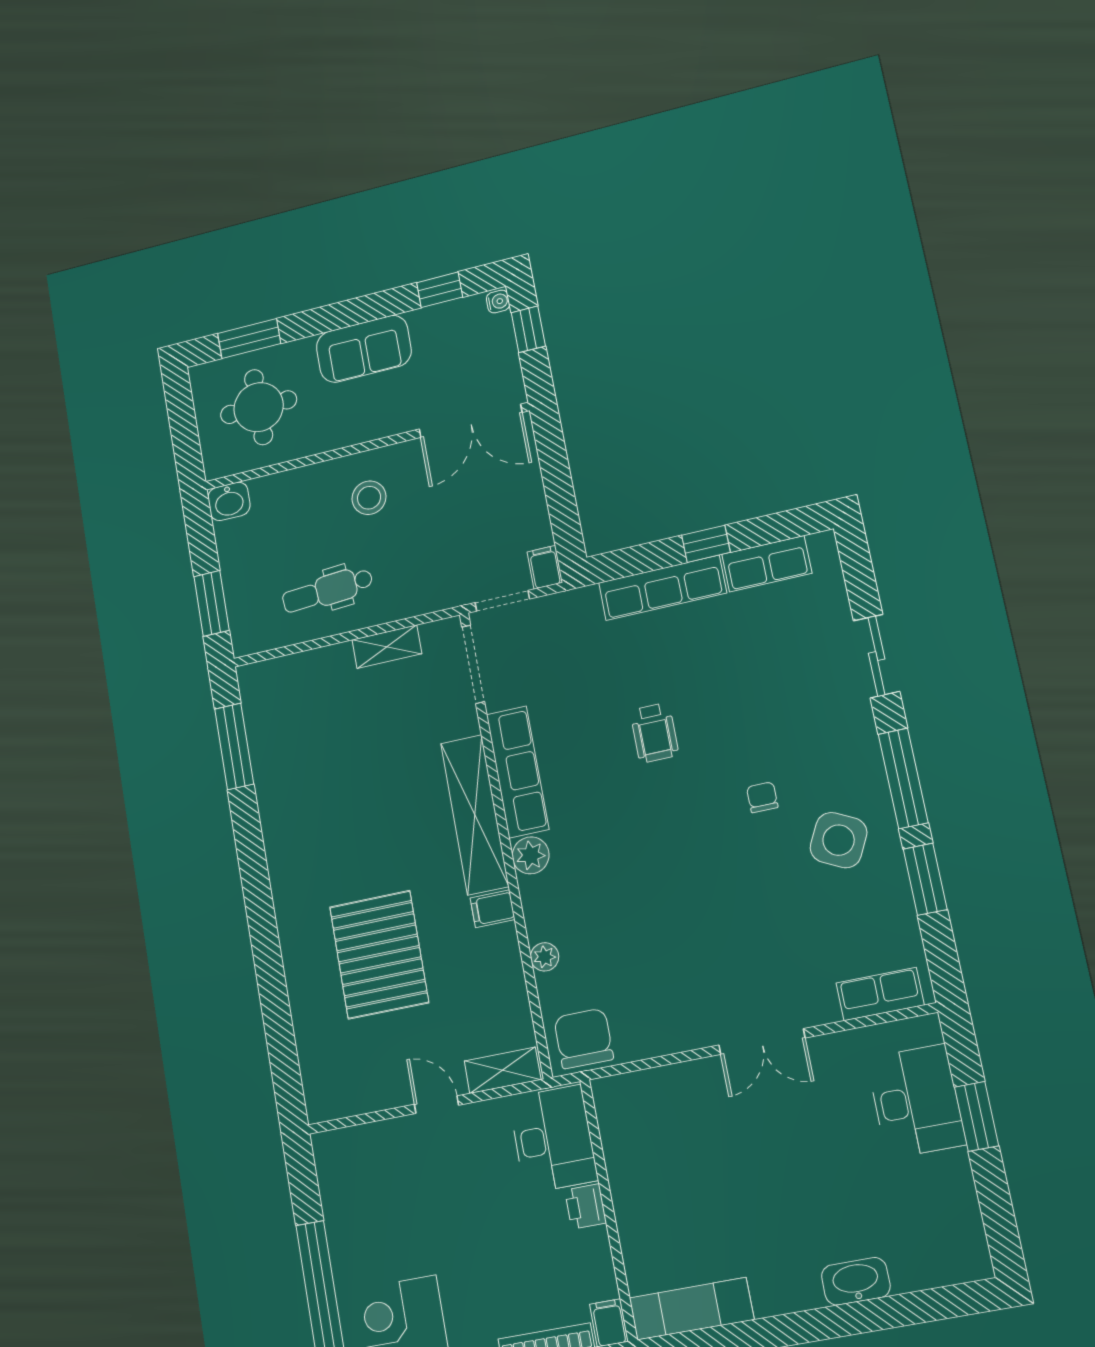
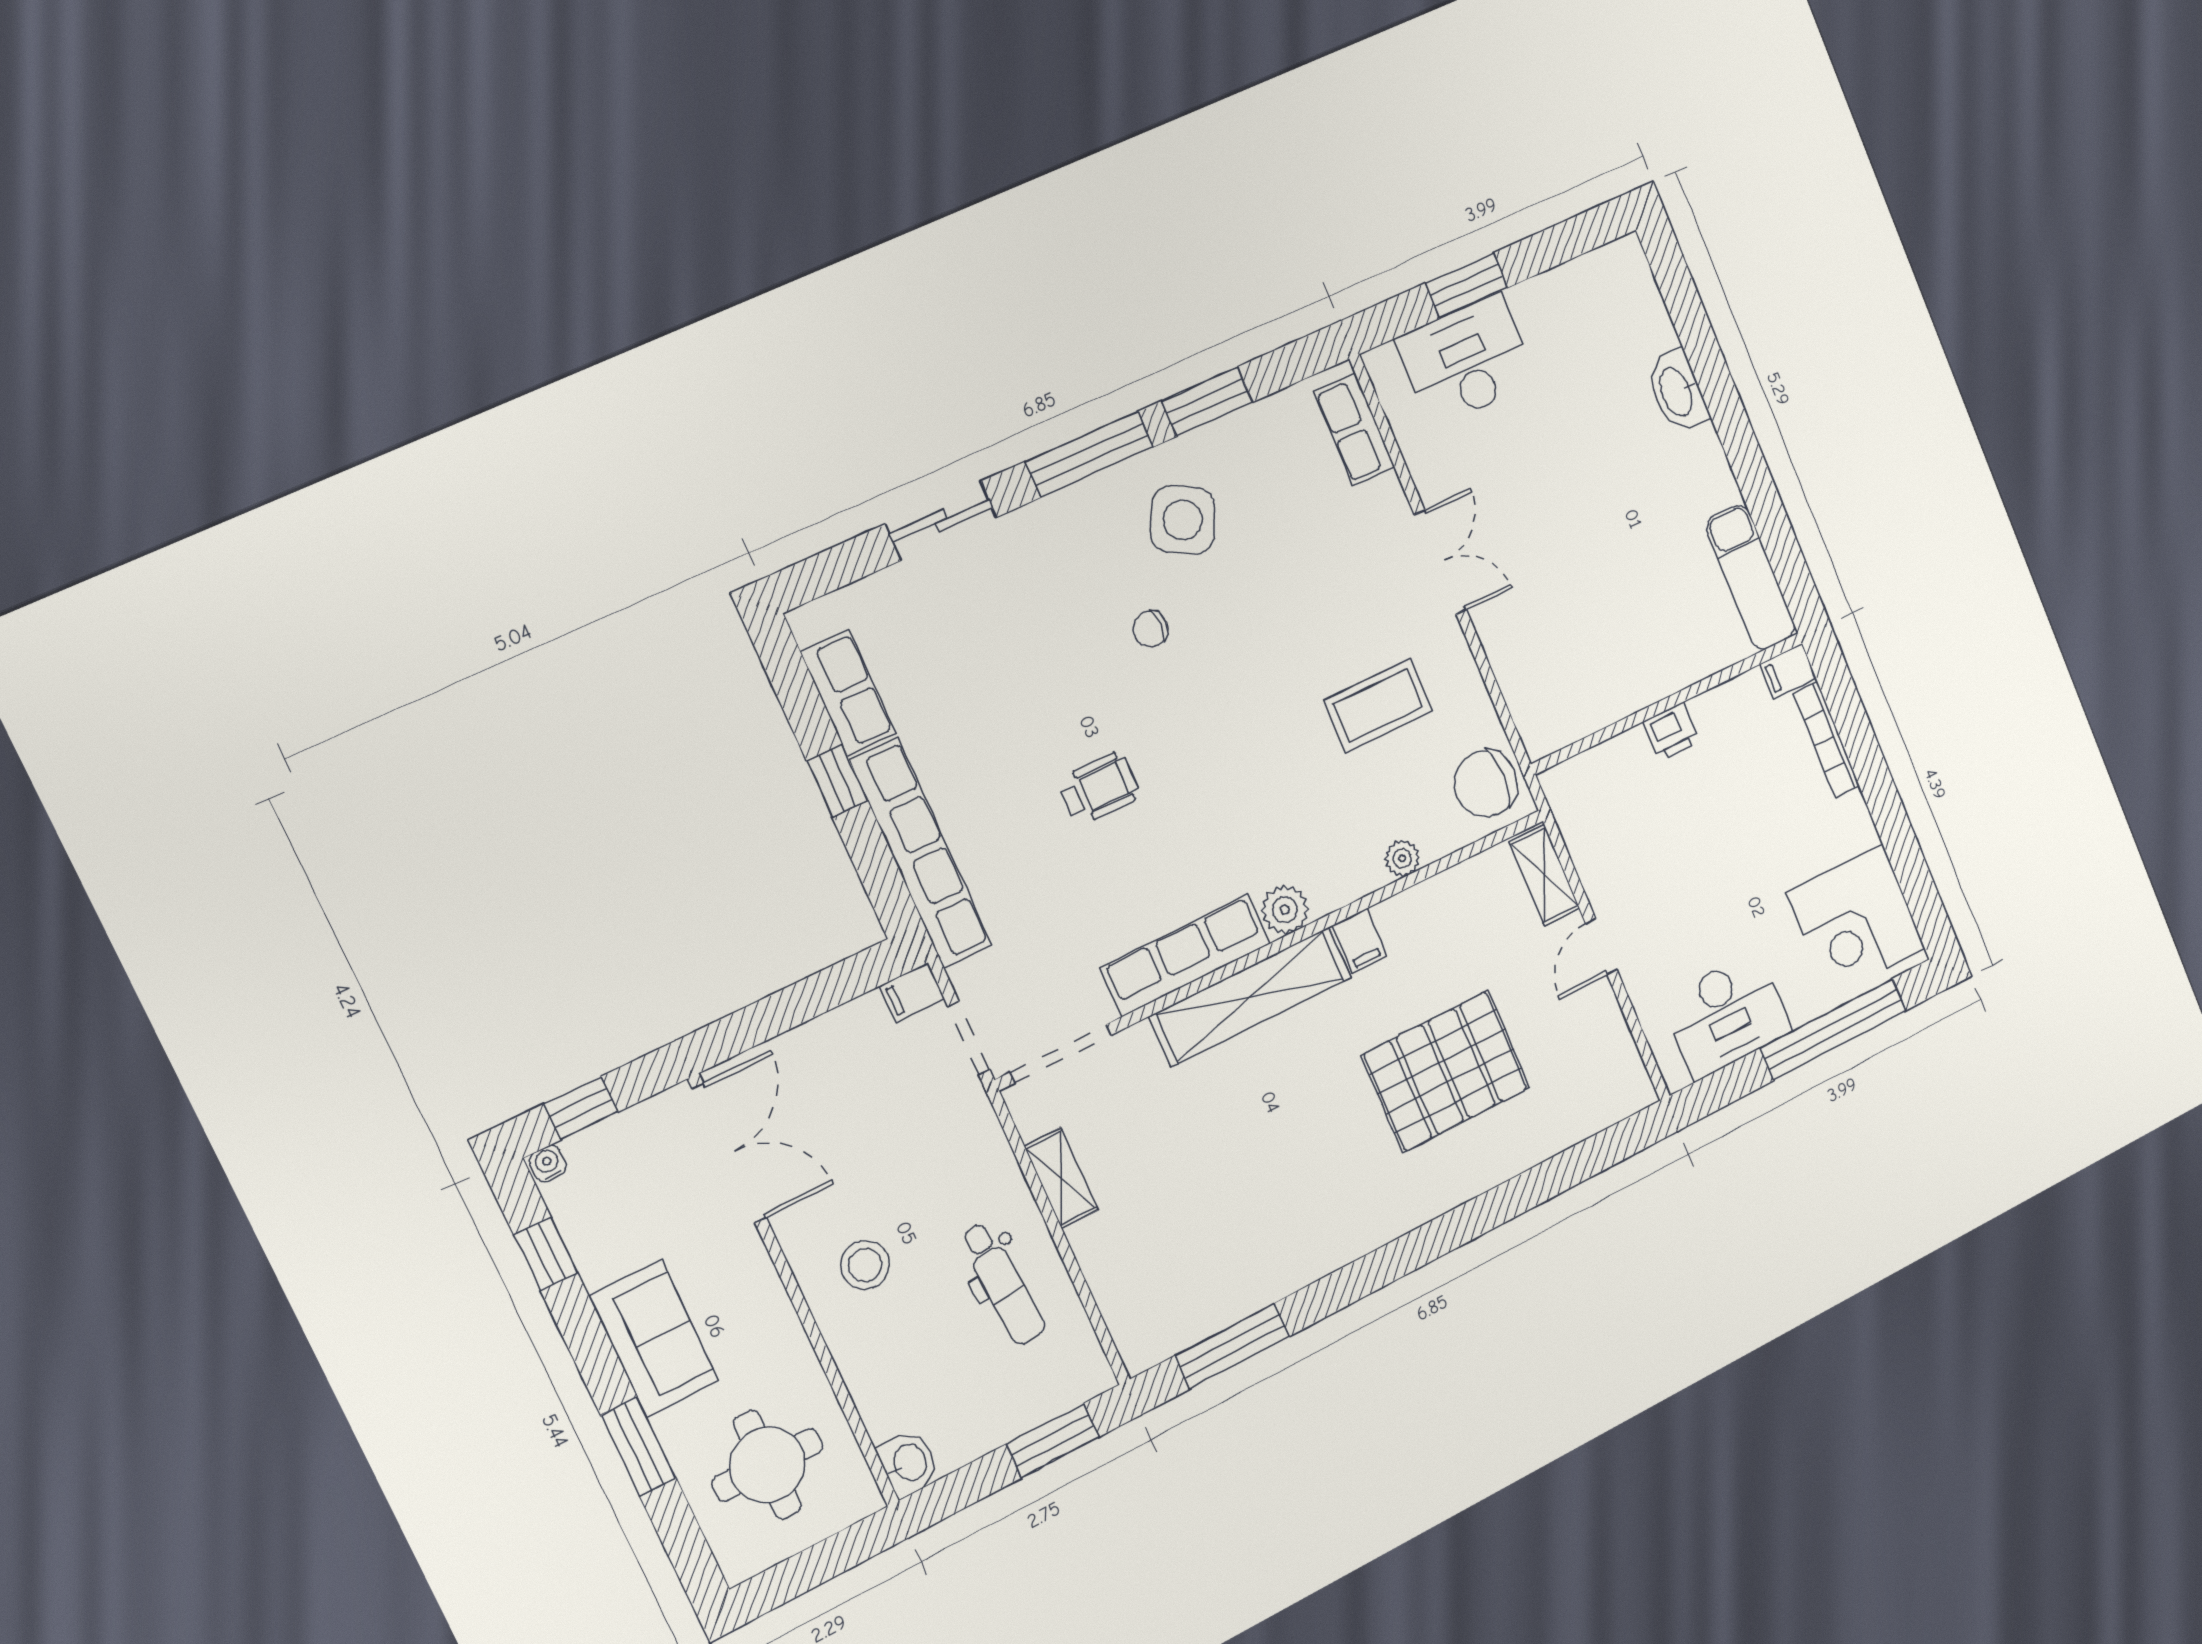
window: (249, 339) -> (638, 1447), moved
row of seats: (662, 588) -> (921, 853), width x1.36
coffee table: (664, 964) -> (1378, 706), added
desk: (553, 1139) -> (1726, 1015), moved, turned 180

